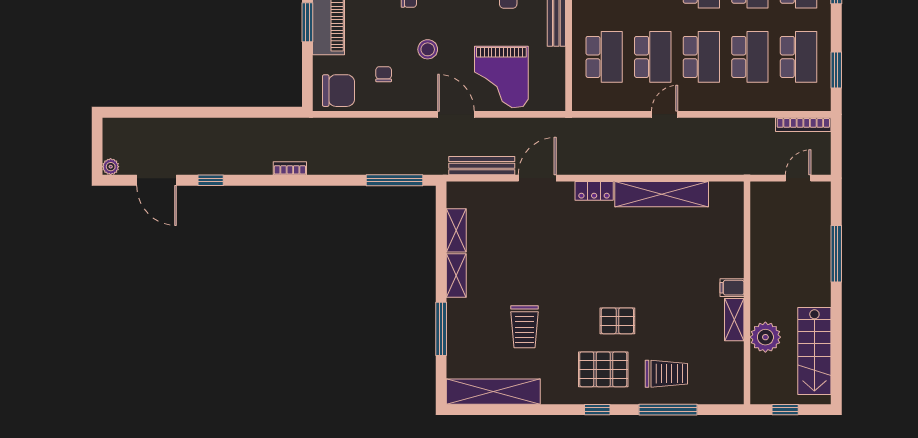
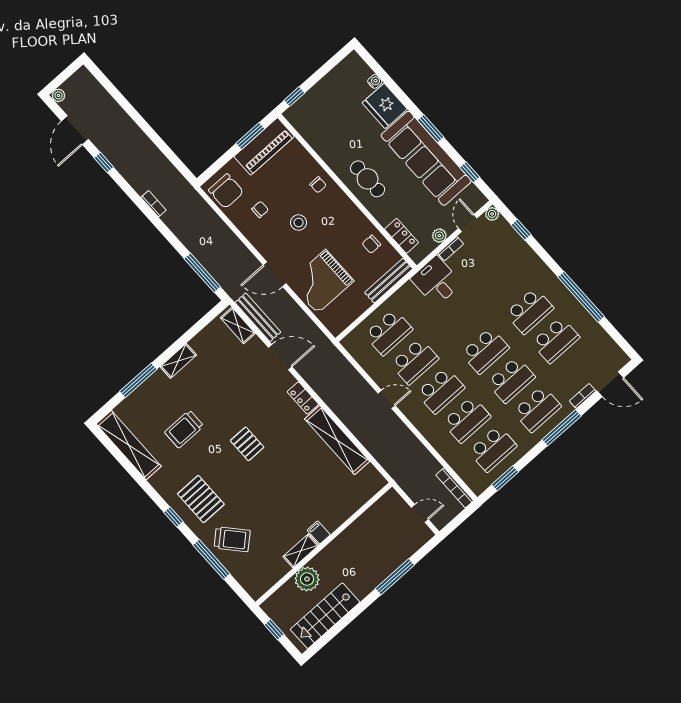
door: (456, 114) -> (275, 274), swing flipped
shelving: (456, 230) -> (238, 326), moved, turned 90
pallet: (617, 321) -> (247, 444), moved
trolley: (666, 374) -> (232, 539), turned -42

